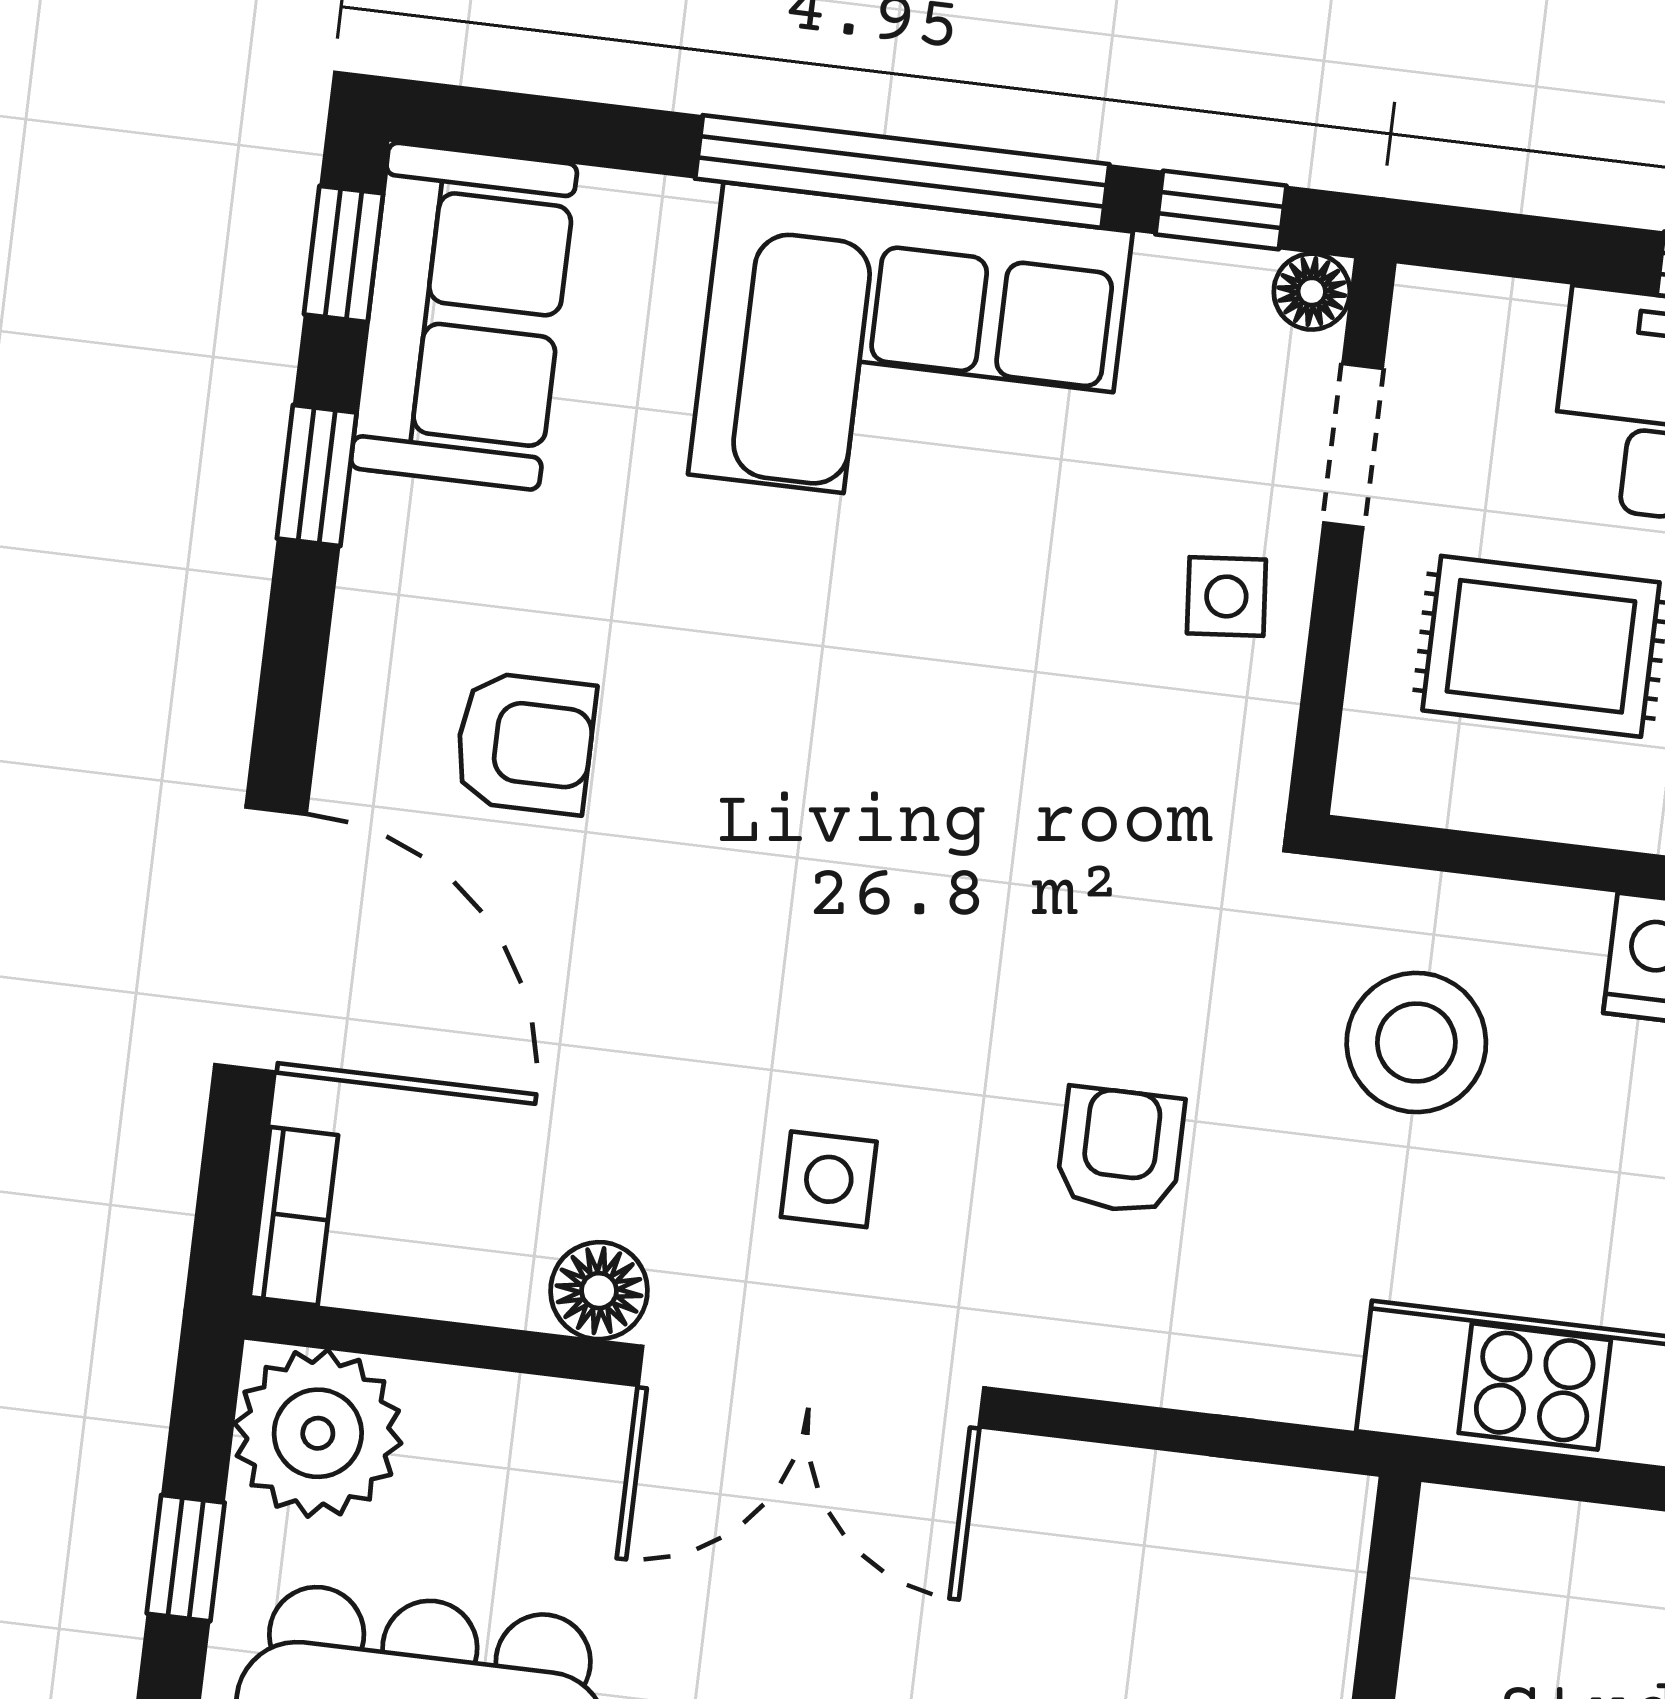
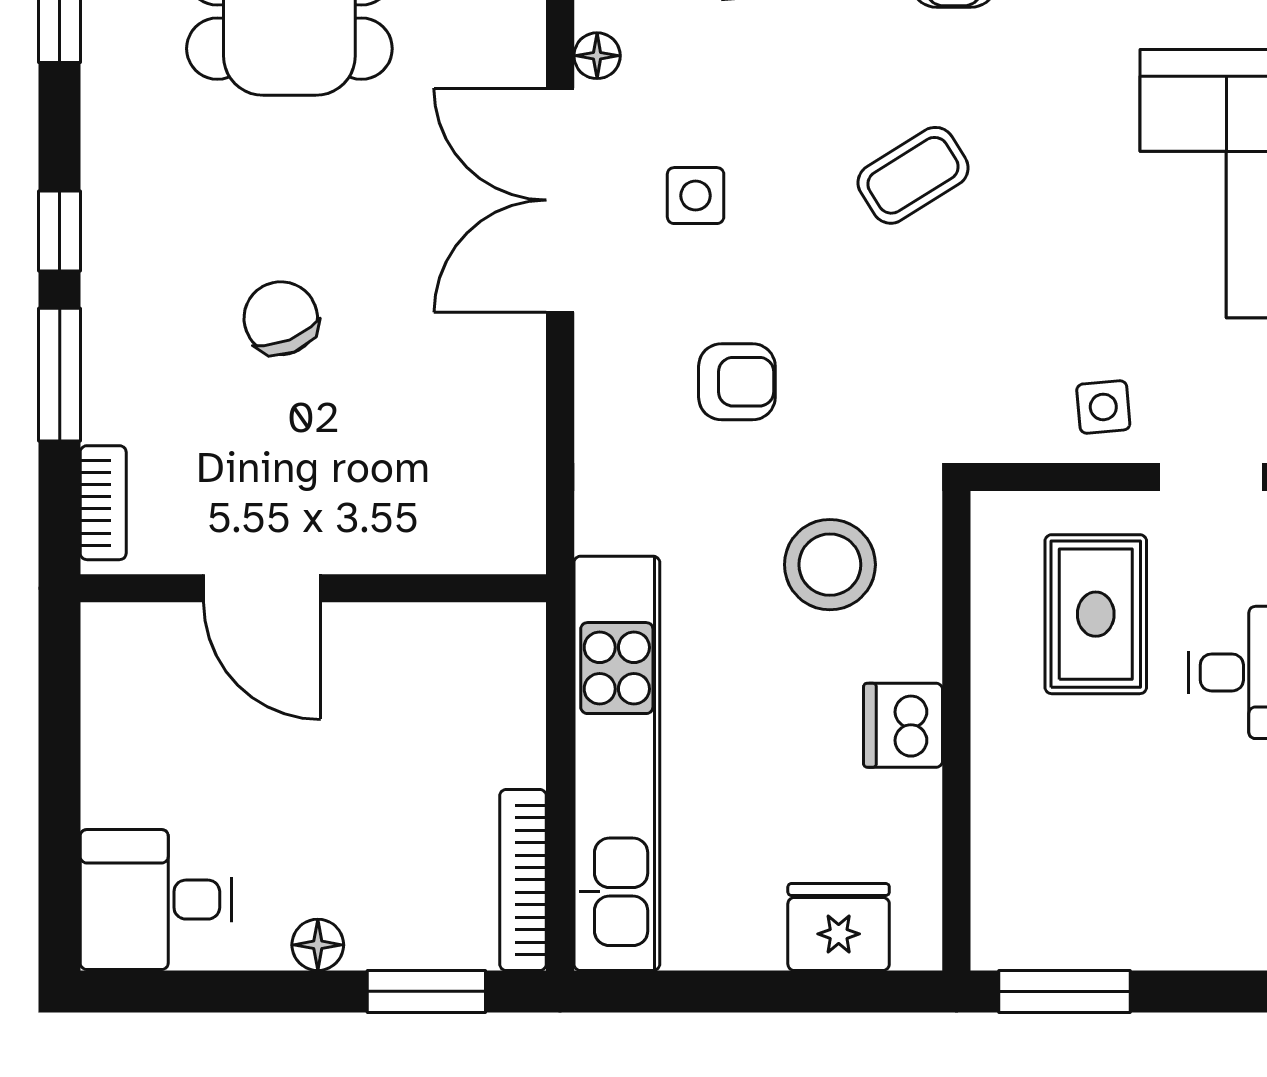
coffee table: (838, 844) -> (913, 175), added
floor lamp: (599, 1291) -> (597, 56), width x0.73, depth x0.73

